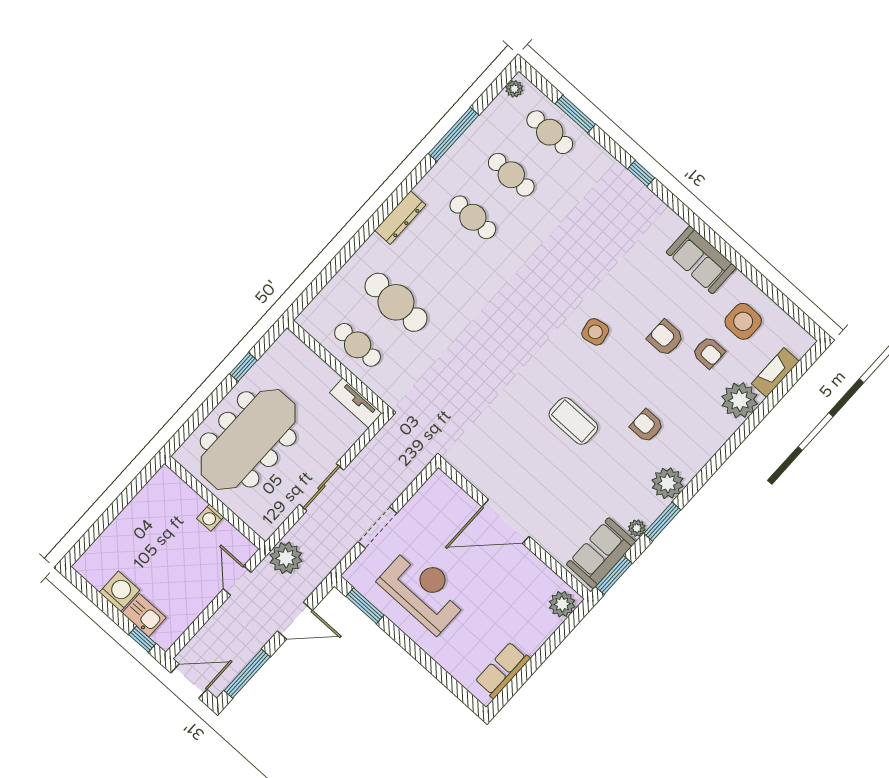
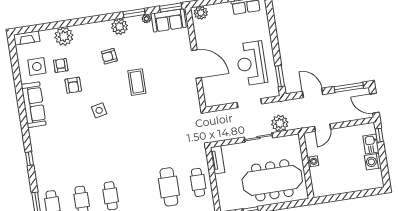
sofa: (701, 260) -> (34, 105), width x1.36
fireplace: (775, 372) -> (27, 38), moved
armchair: (647, 426) -> (109, 56), turned 83
plant: (286, 558) -> (280, 123), moved

